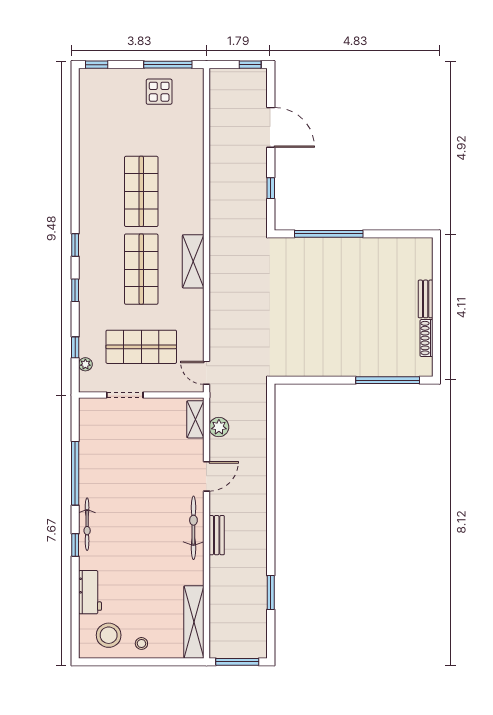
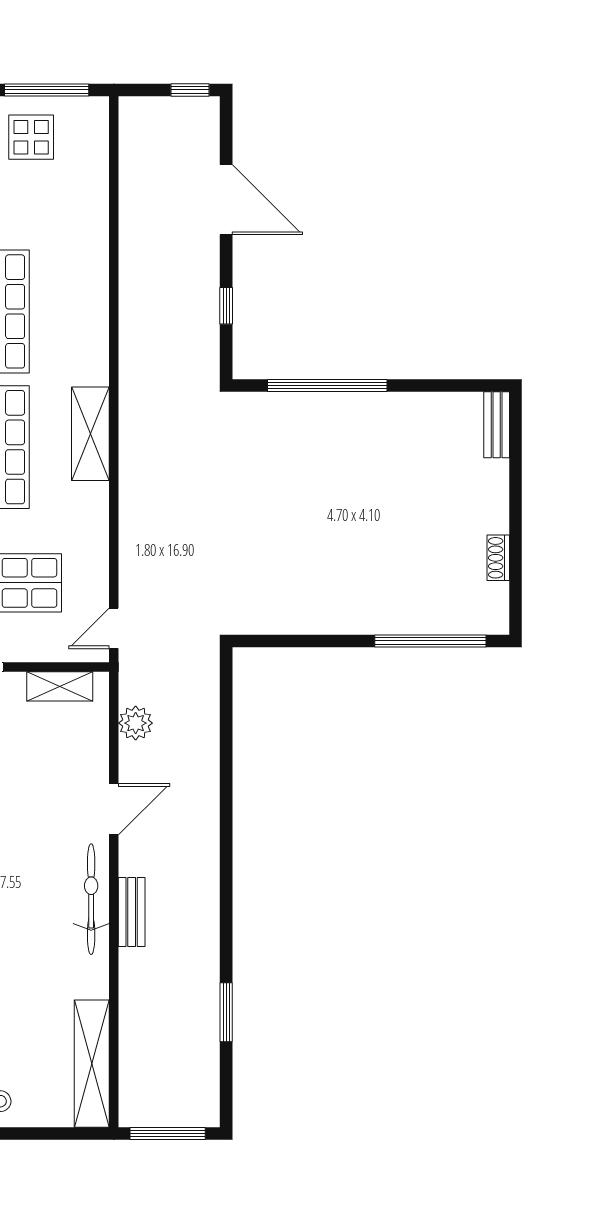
bench: (426, 299) -> (497, 425), moved
shoe rack: (426, 338) -> (498, 558), width x0.70
door: (206, 373) -> (114, 628), hinge flipped
shelving: (195, 419) -> (60, 686), moved, turned 90

